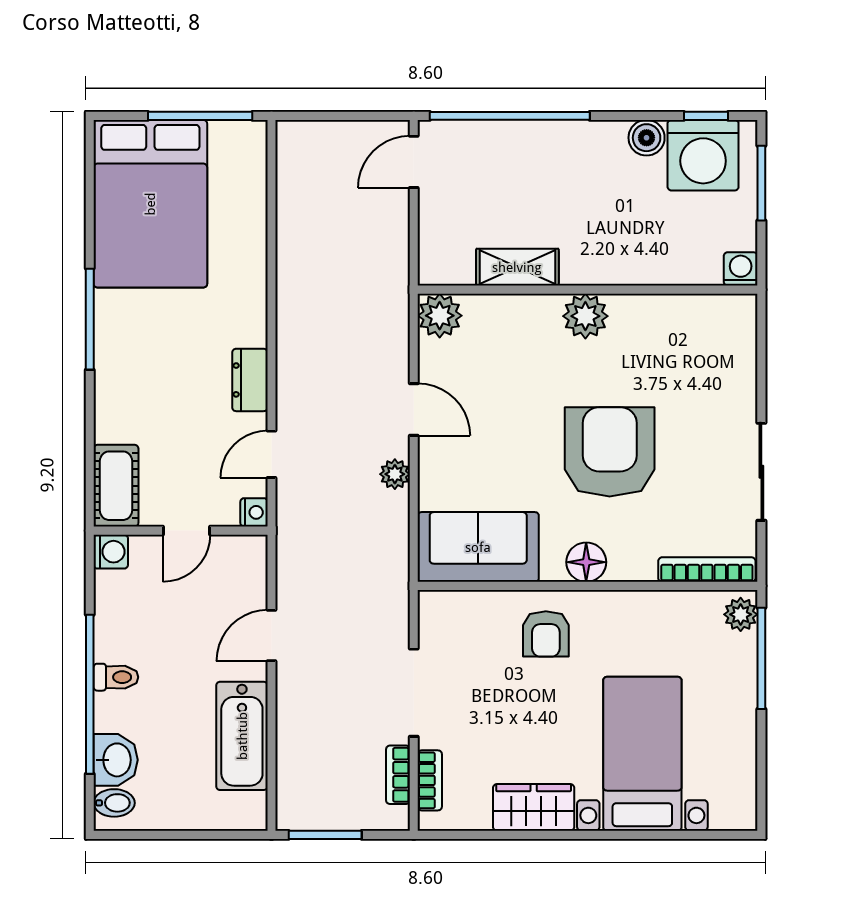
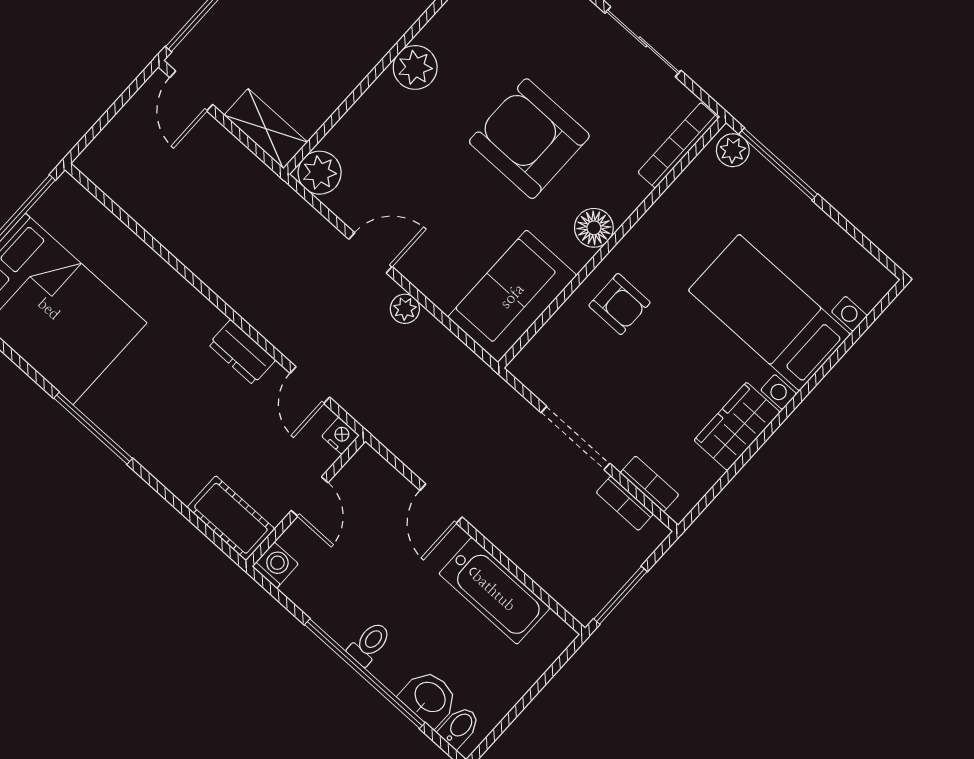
shelving: (517, 267) -> (266, 129), moved, turned 90

